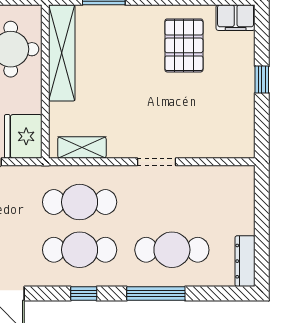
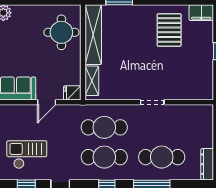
fridge: (23, 136) -> (72, 93), width x0.53, depth x0.75
shelving: (82, 147) -> (92, 81), moved, turned 90

